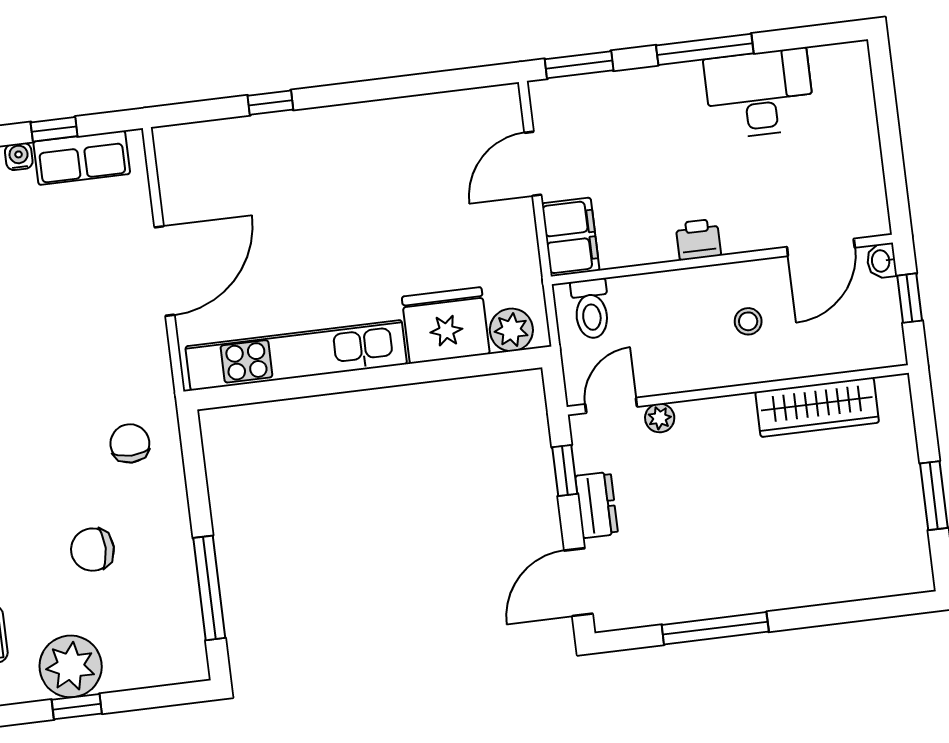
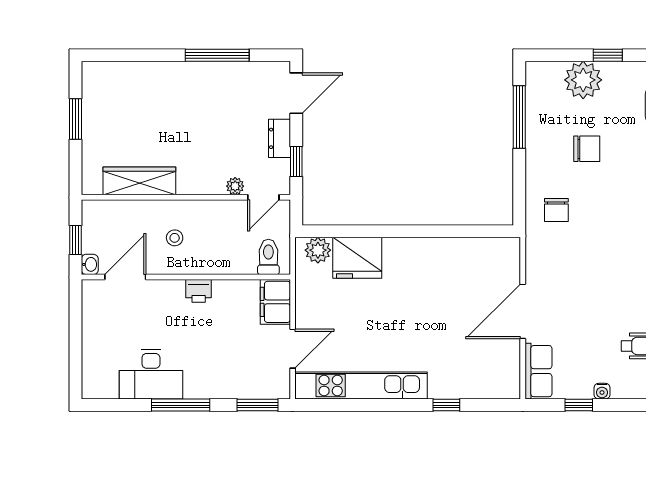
row of seats: (82, 158) -> (538, 371), moved, turned 90
kitchen unit: (296, 355) -> (361, 385), moved, turned 180
plant: (71, 666) -> (583, 80), moved

